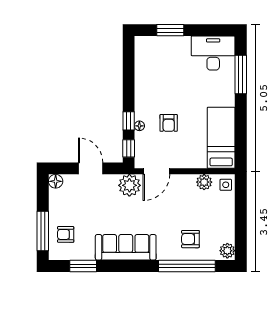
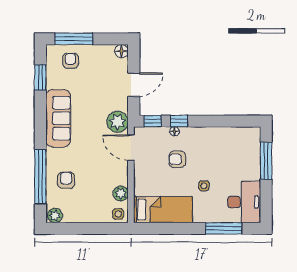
window: (170, 30) -> (266, 161), width x1.44
side table: (196, 95) -> (204, 186), added

